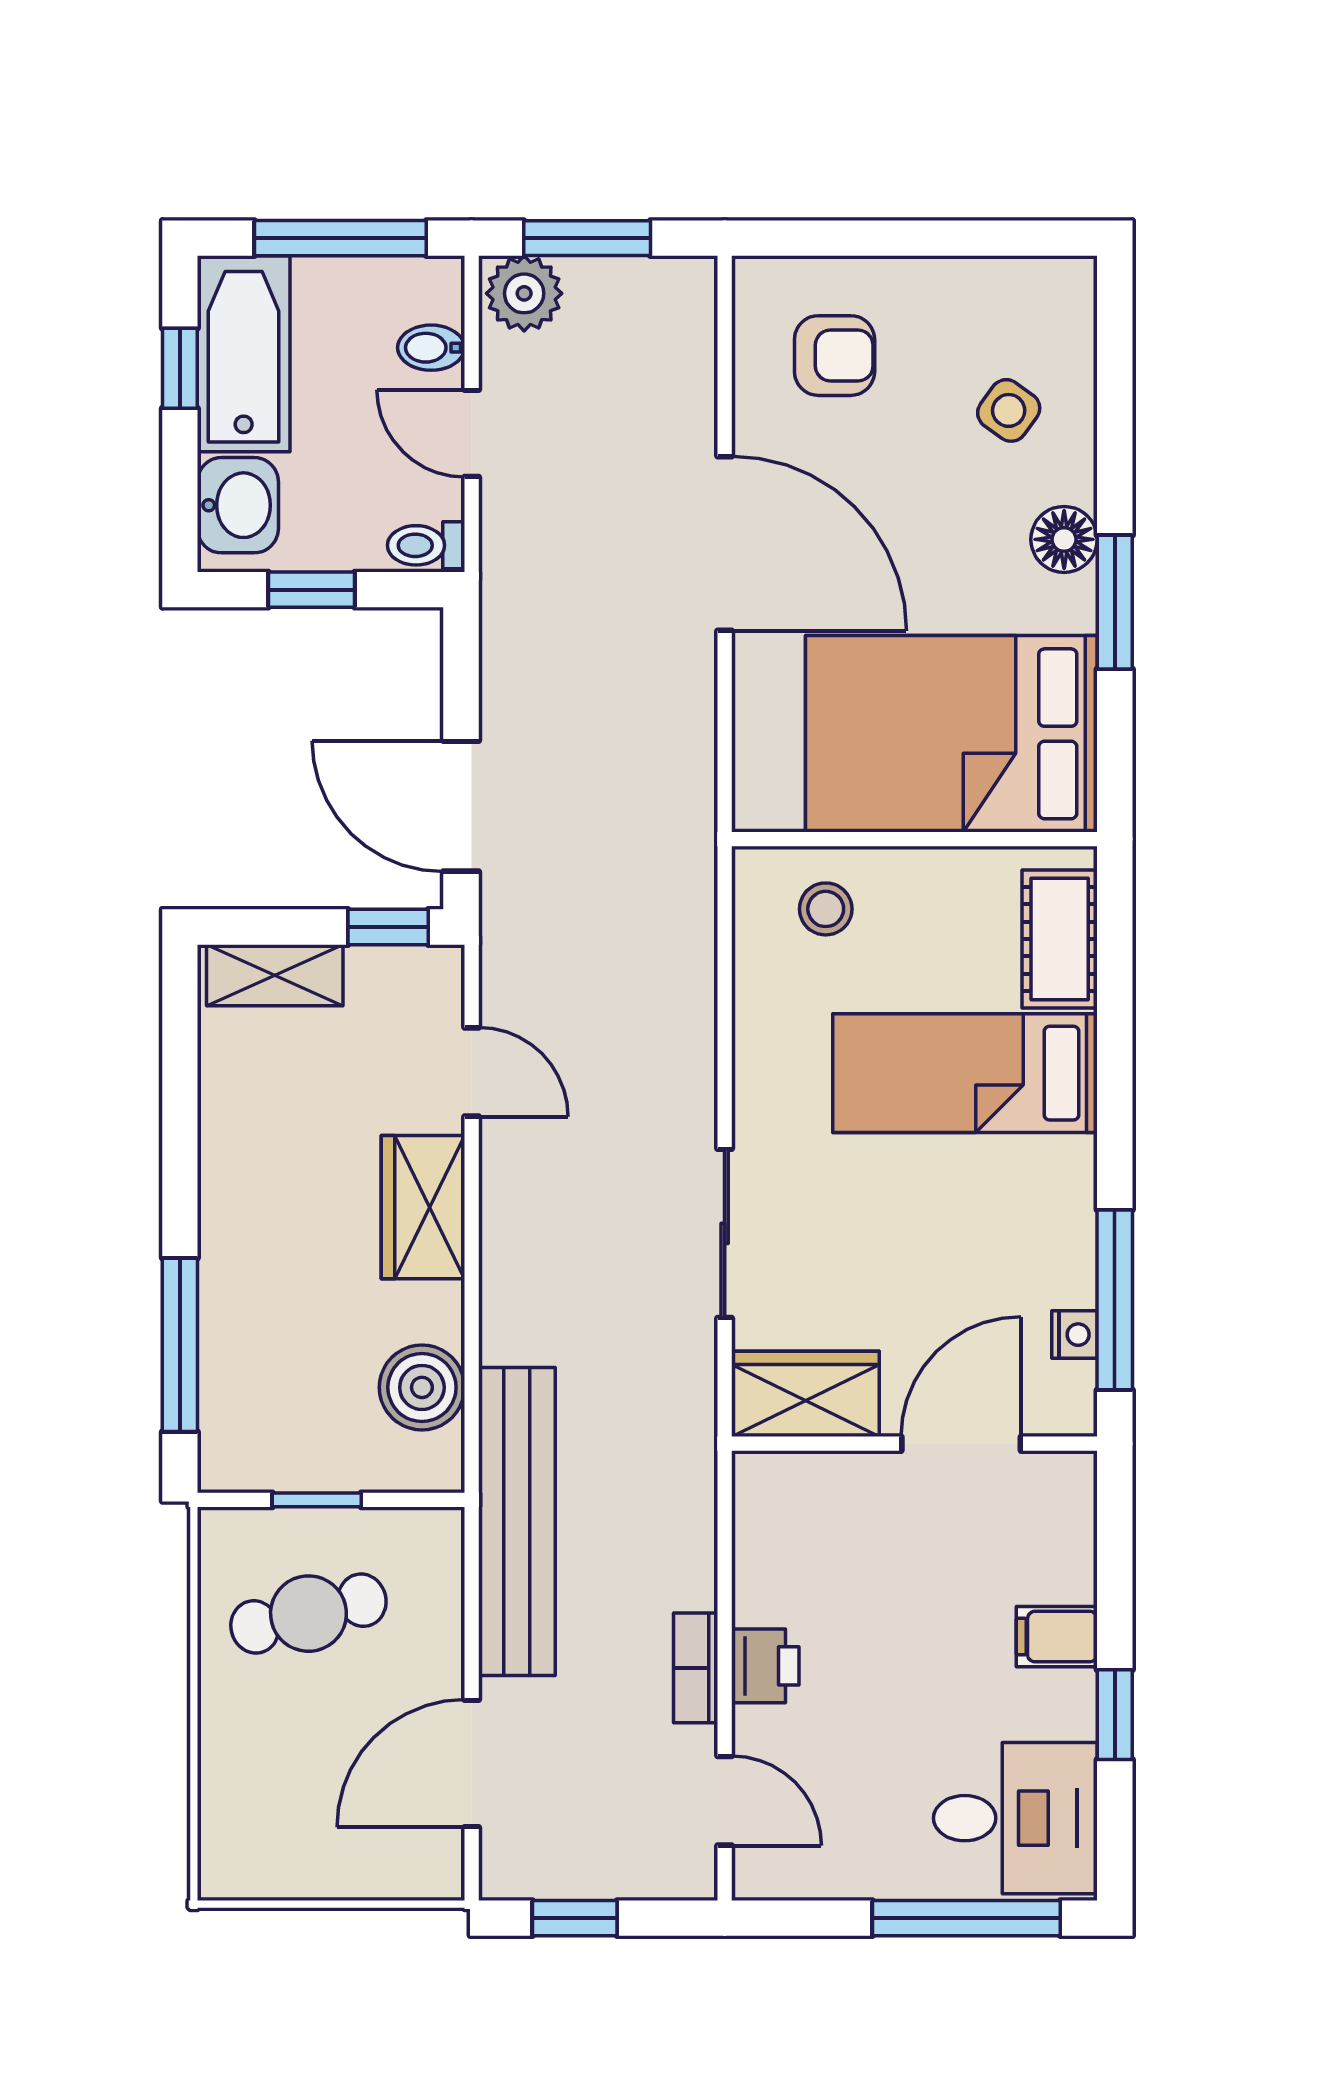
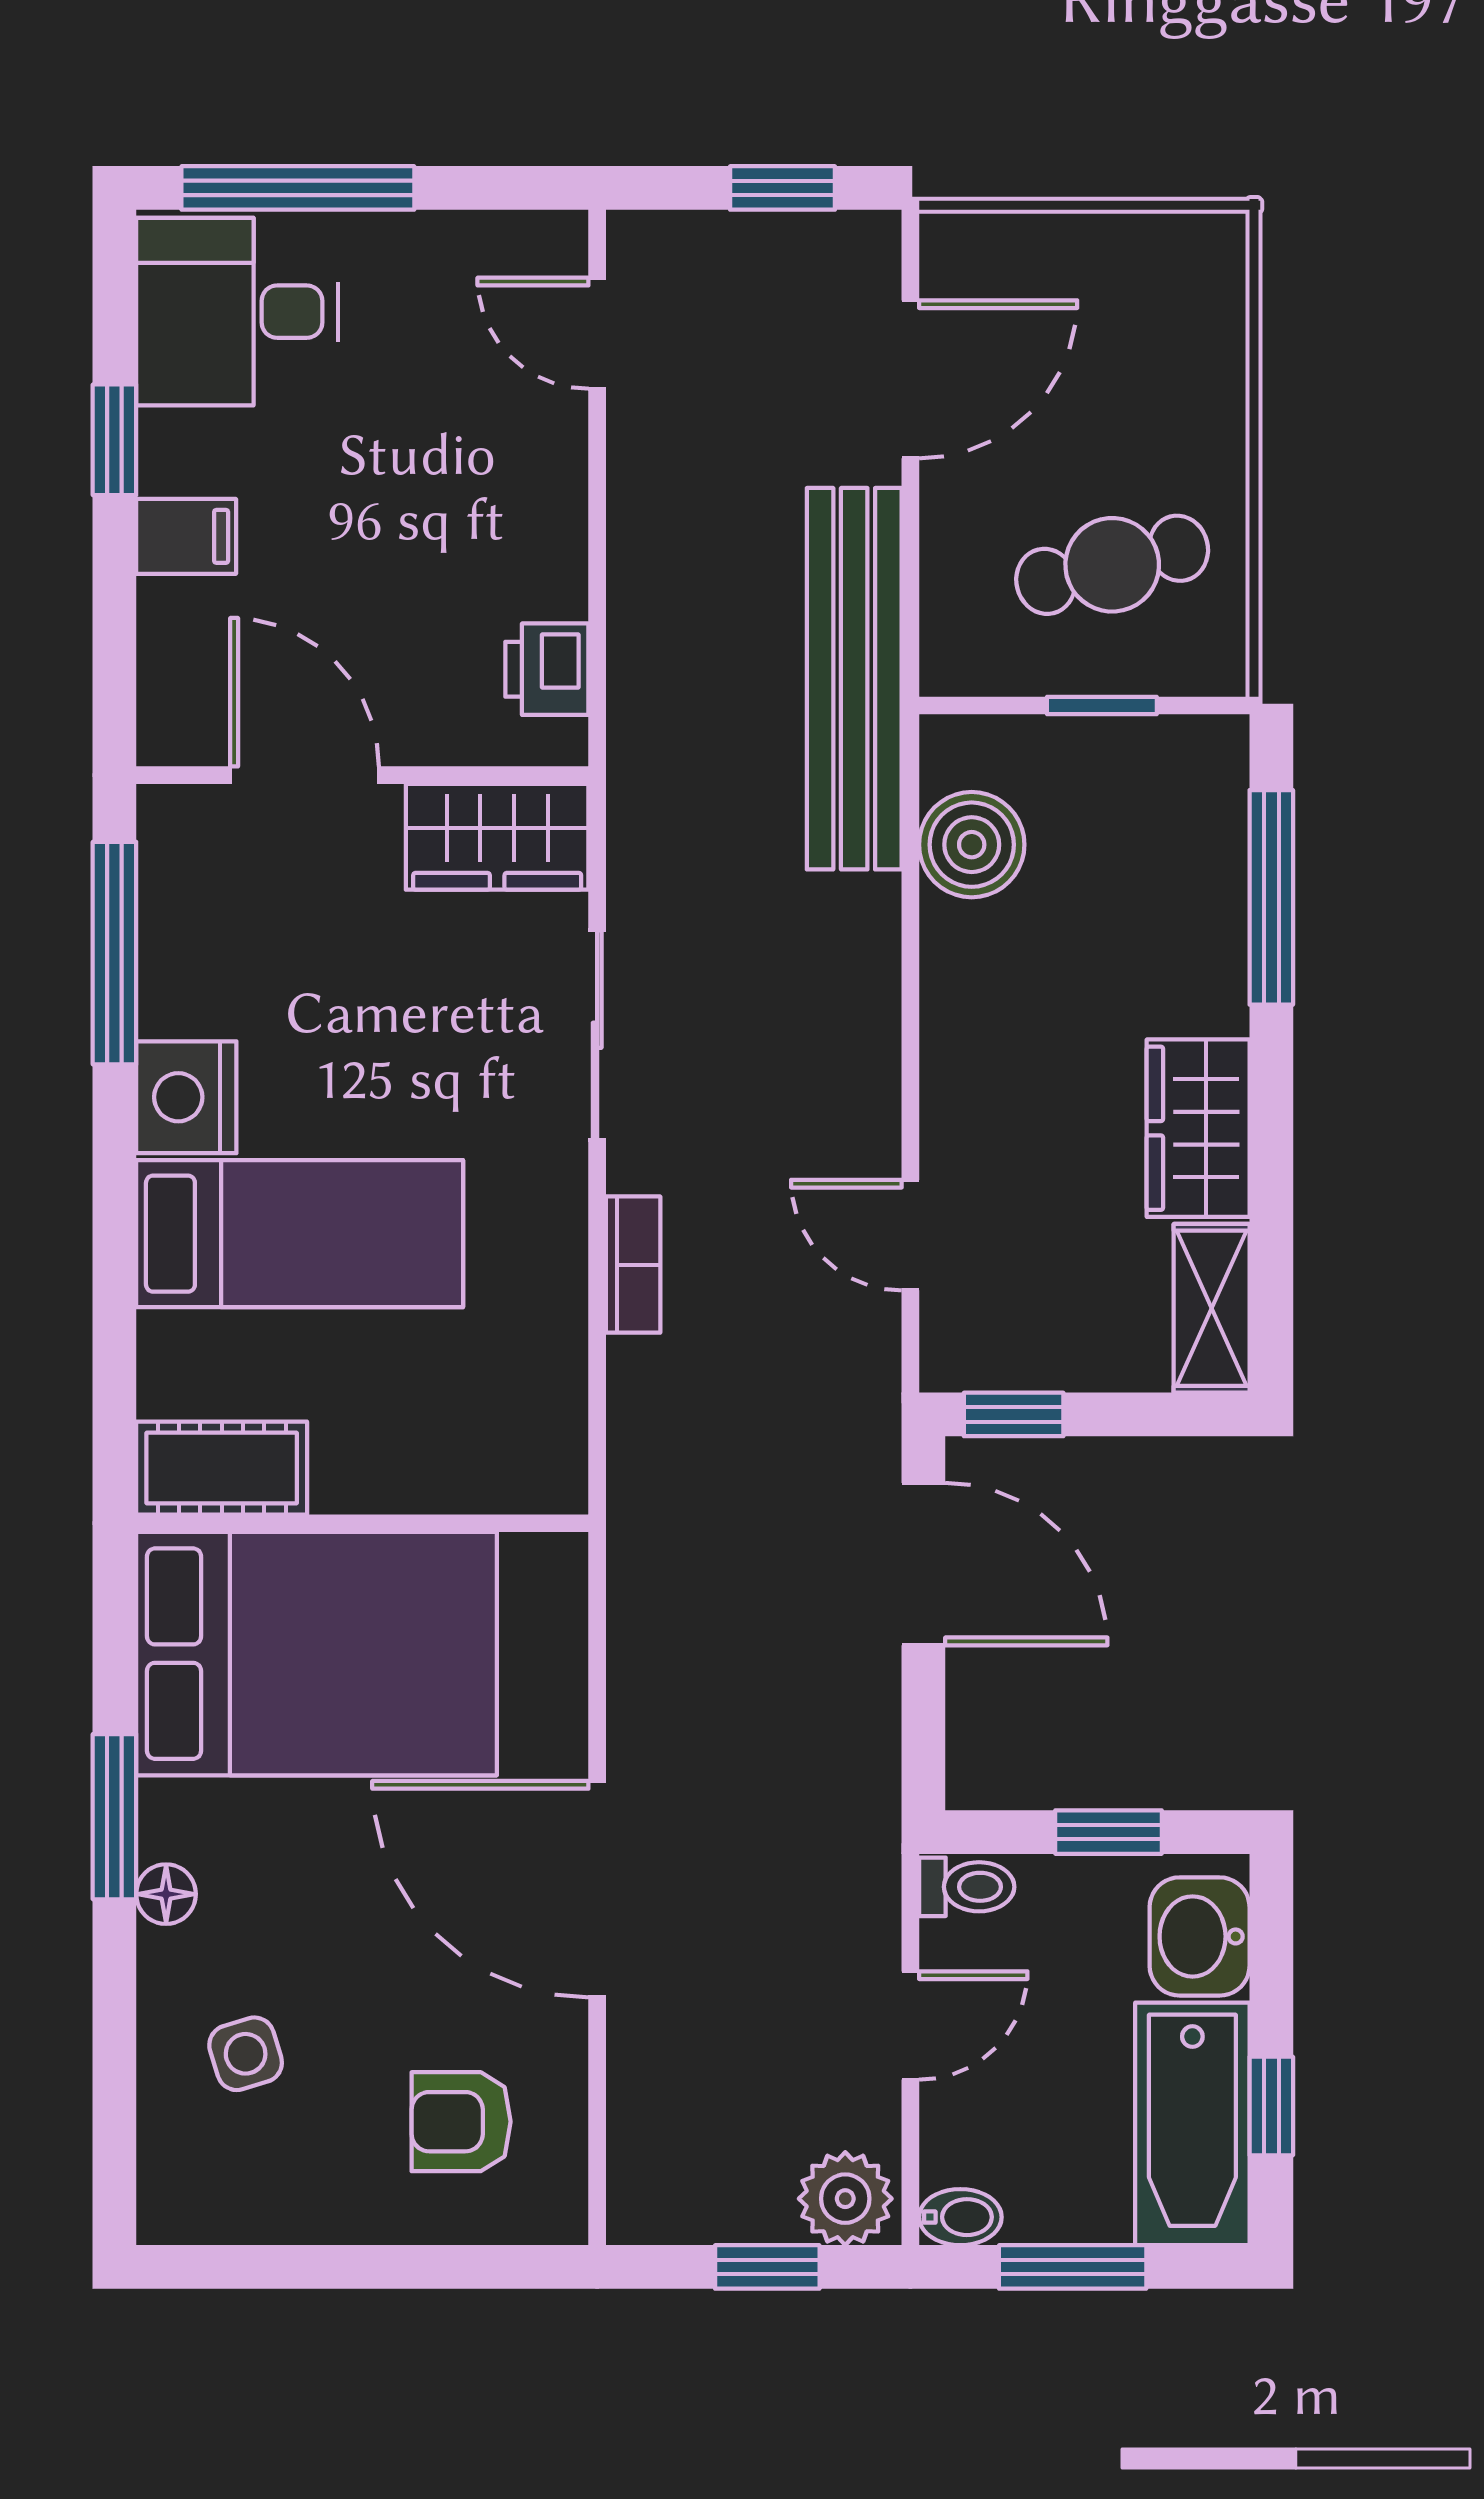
window: (340, 238) -> (1073, 2267), width x0.69
window: (587, 238) -> (767, 2267), width x0.67
bidet: (431, 348) -> (960, 2217), moved
side table: (1009, 410) -> (246, 2054), turned 37
door: (472, 433) -> (910, 2025), hinge flipped
floor lamp: (1064, 539) -> (166, 1894), width x0.73, depth x0.73
stool: (826, 909) -> (472, 1437), removed
cot: (1060, 939) -> (222, 1468), moved, turned 90
shelving: (275, 975) -> (1212, 1308), moved, turned 90
wardrobe: (423, 1207) -> (1198, 1128), moved, turned 180
nightstand: (1075, 1335) -> (186, 1097), moved, width x1.89, depth x1.79
door: (961, 1444) -> (304, 775), swing flipped
printer: (765, 1666) -> (547, 669), moved
bookcase: (696, 1668) -> (633, 1265), moved

